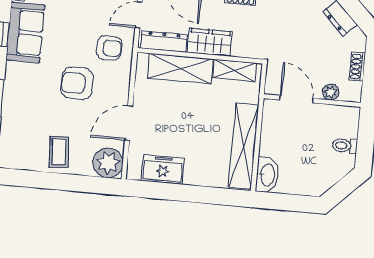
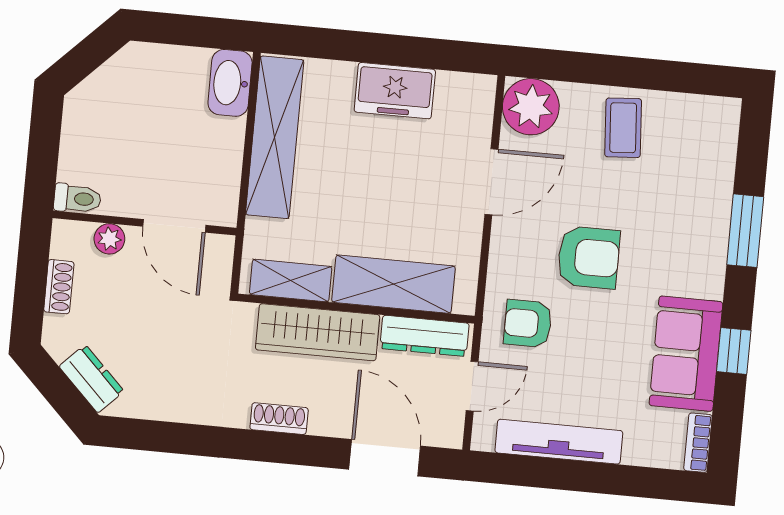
wardrobe: (210, 42) -> (318, 332), width x1.50
toilet: (345, 146) -> (77, 199), moved
freezer: (163, 170) -> (395, 91), moved

